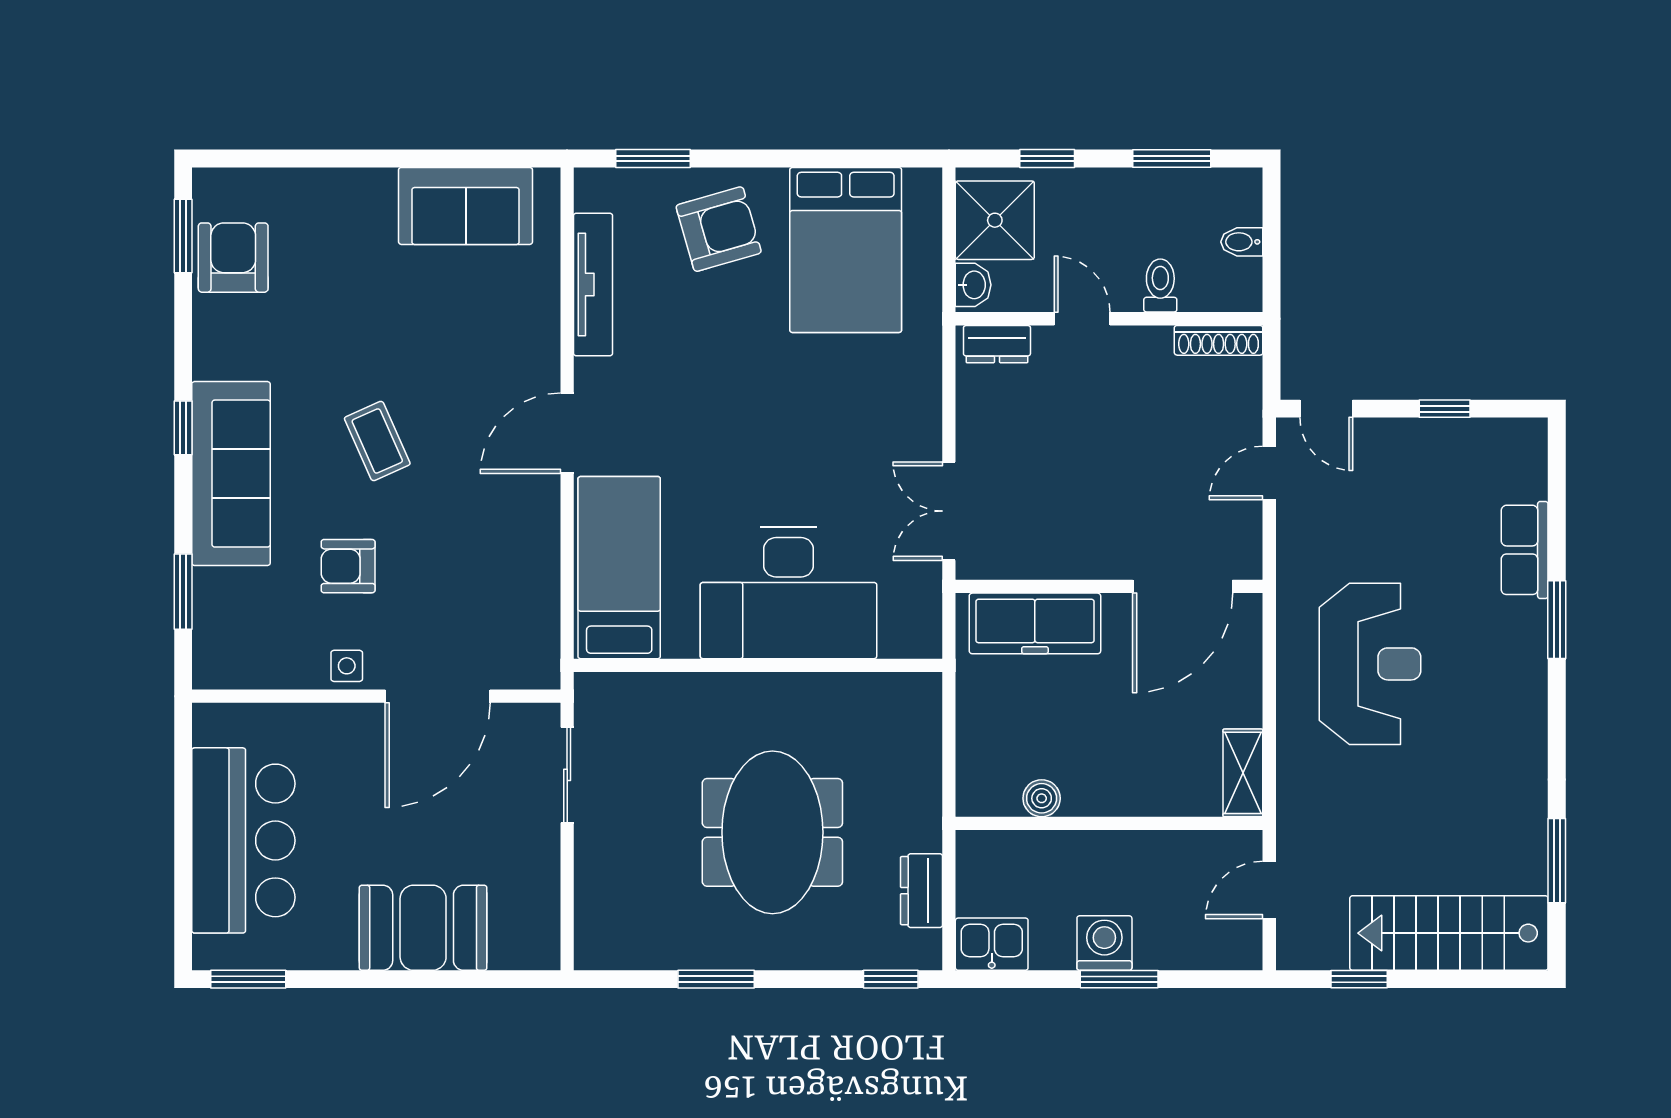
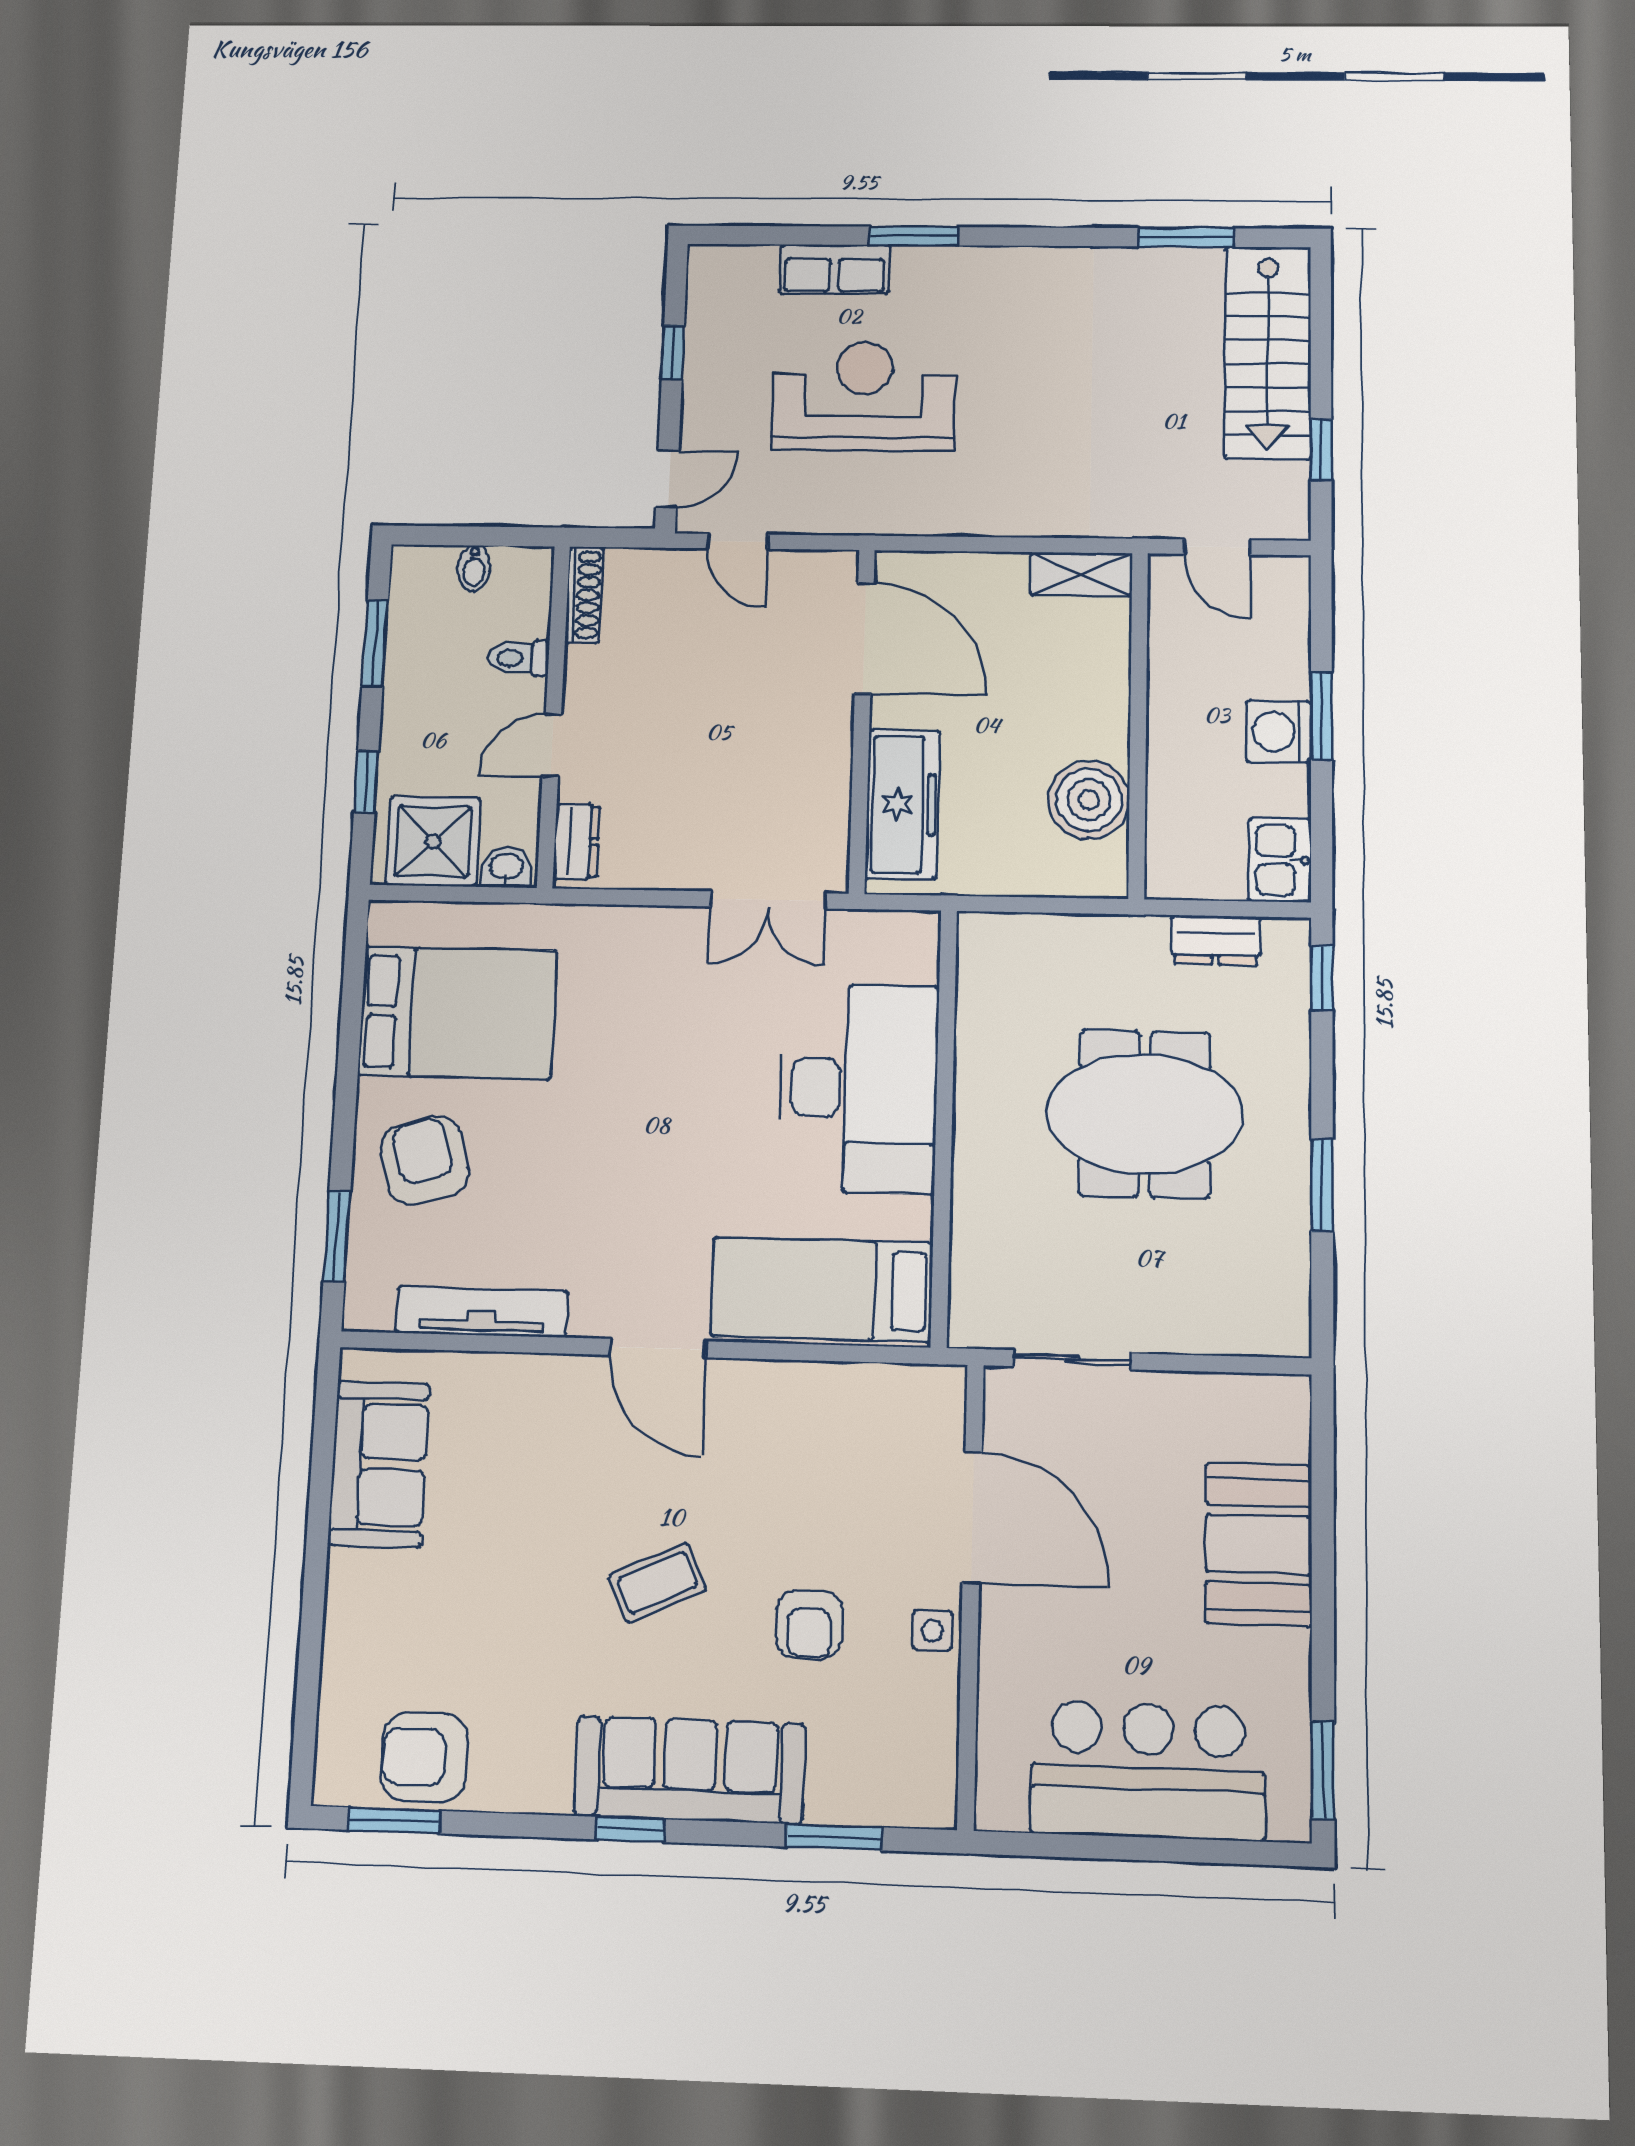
reception desk: (1370, 664) -> (864, 396), moved
boiler: (1042, 798) -> (1089, 800), width x1.86, depth x1.86

